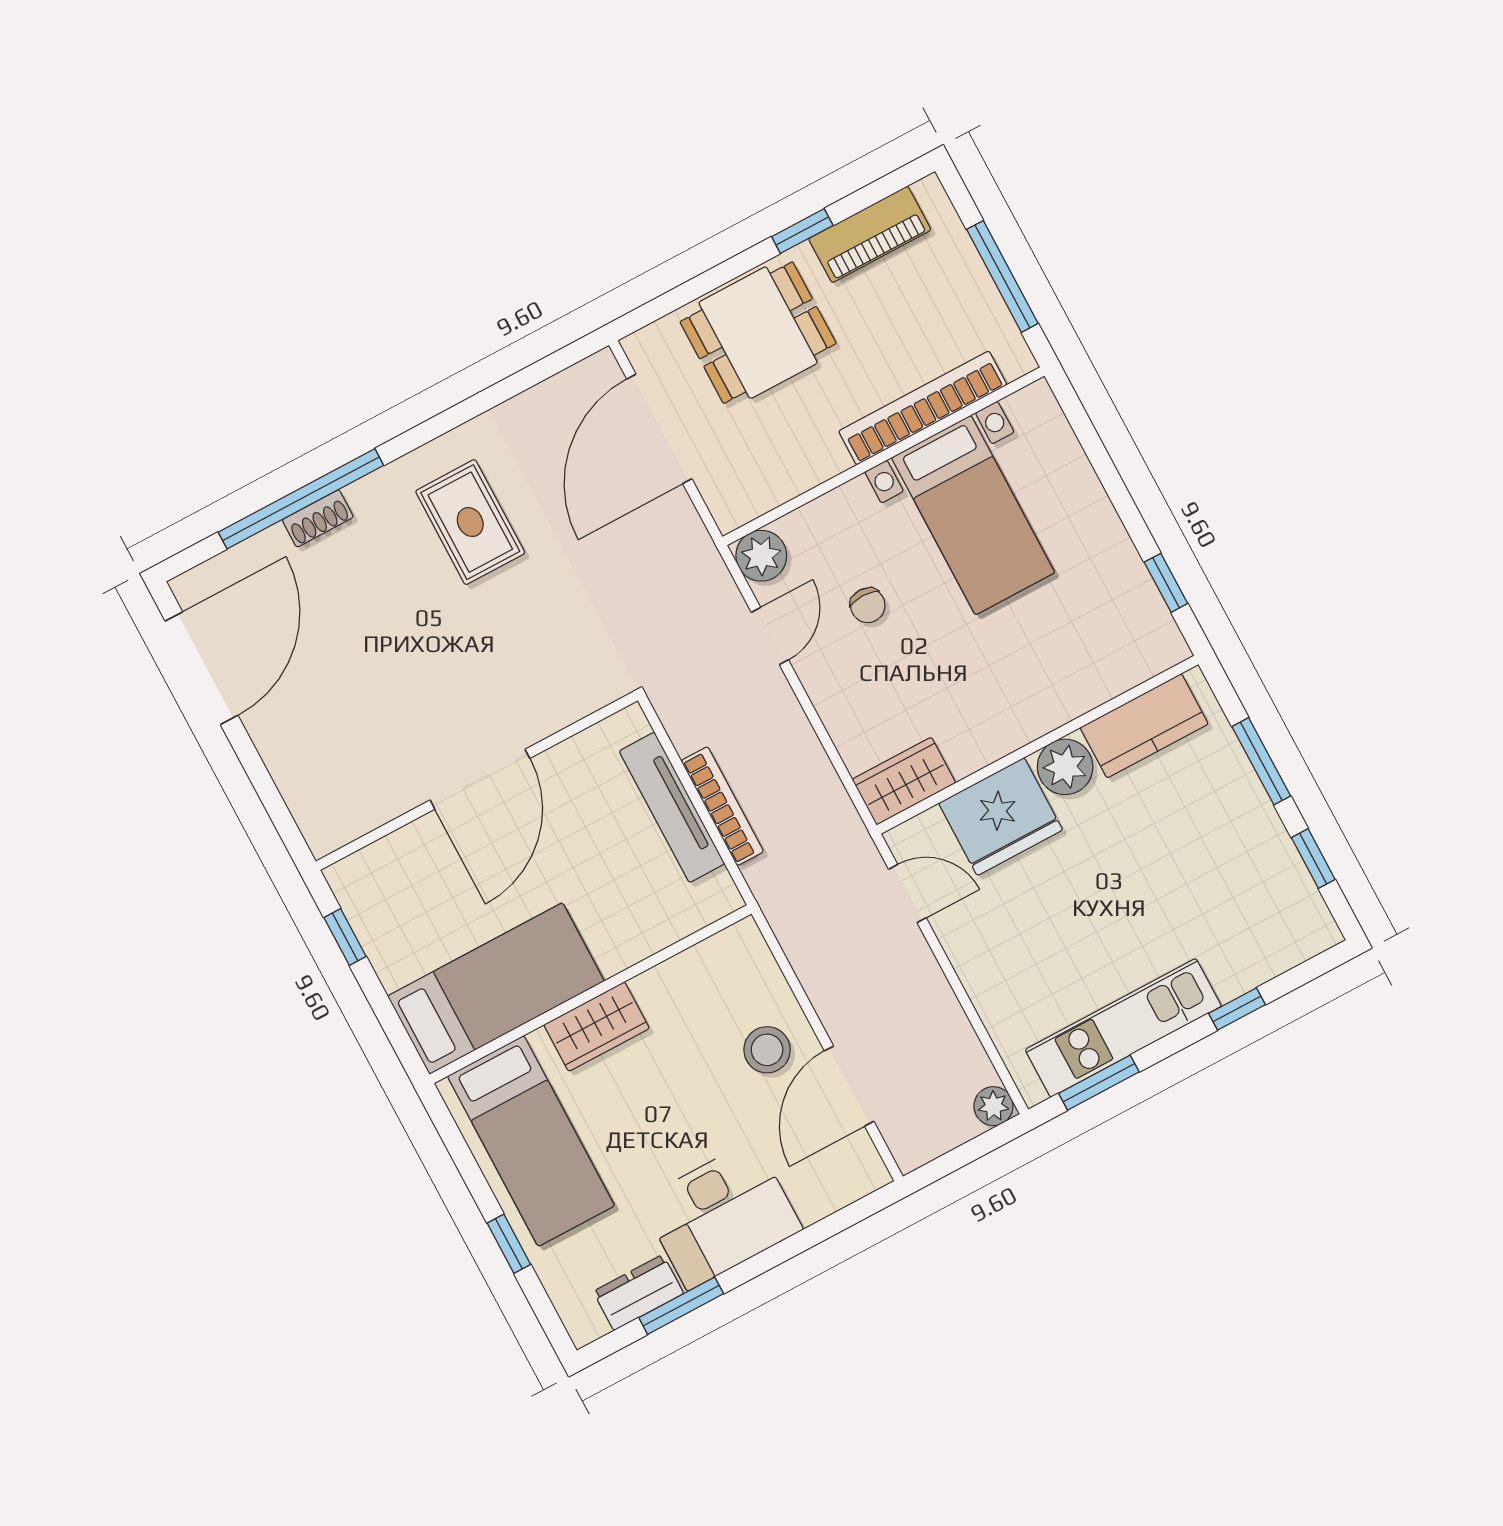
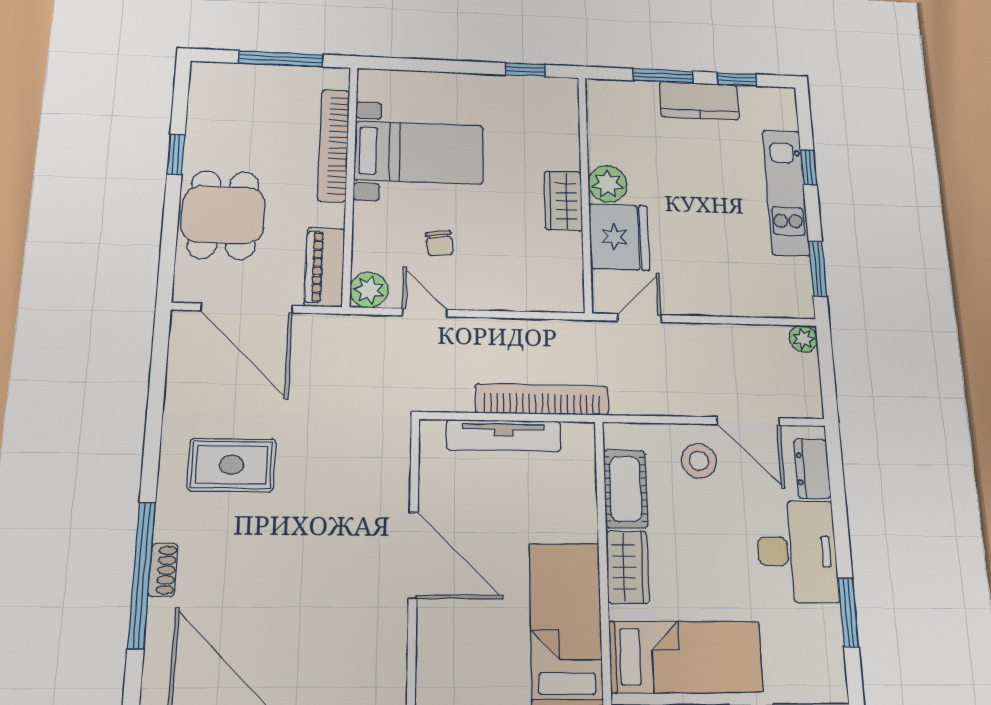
piano: (870, 234) -> (325, 267), moved, turned 180
chair: (868, 605) -> (440, 243), turned 82
kitchen counter: (1144, 726) -> (699, 101), moved, turned 90
wardrobe: (904, 781) -> (563, 201), moved
bookcase: (722, 806) -> (542, 399), width x1.48, depth x1.31
cot: (686, 980) -> (625, 489), added
kitchen unit: (1123, 1028) -> (786, 192), moved
dresser: (638, 1292) -> (812, 469), moved

